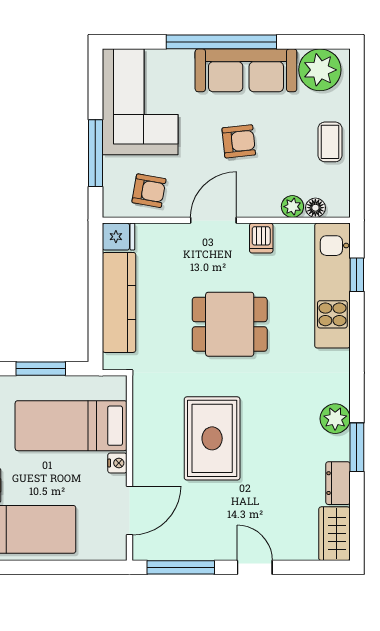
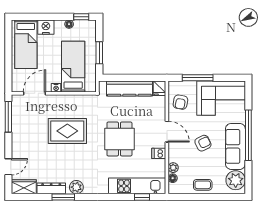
armchair: (239, 141) -> (203, 143), turned -110
dresser: (338, 483) -> (51, 188), width x1.44
door: (130, 510) -> (34, 93), swing flipped
door: (255, 567) -> (8, 167), moved

